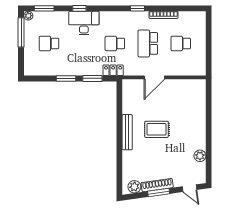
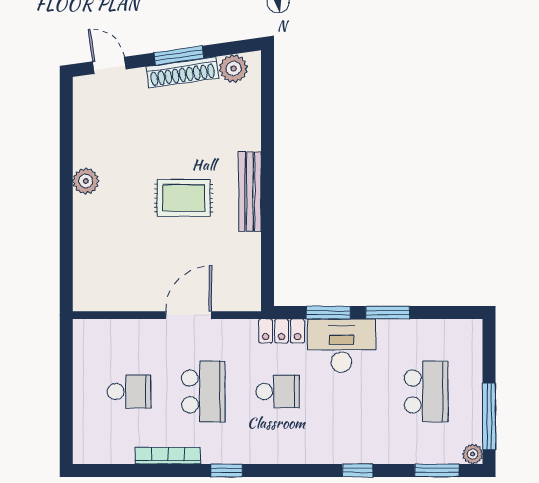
desk: (84, 23) -> (342, 346), moved, turned 180
school desk: (49, 43) -> (426, 391), width x1.85
plant: (200, 156) -> (86, 181), moved

